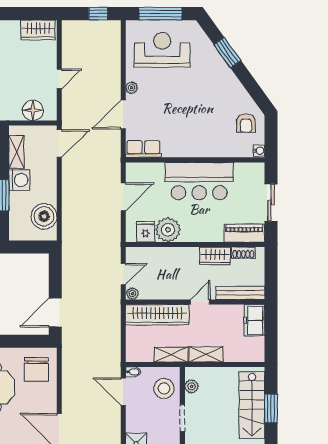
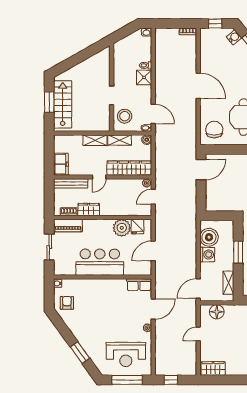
washing machine: (19, 180) -> (207, 255), moved, turned 180
boiler: (133, 355) -> (147, 140), added
plant: (192, 386) -> (105, 118), removed

